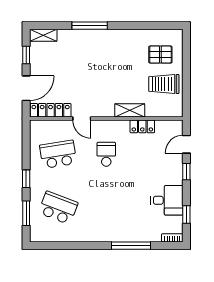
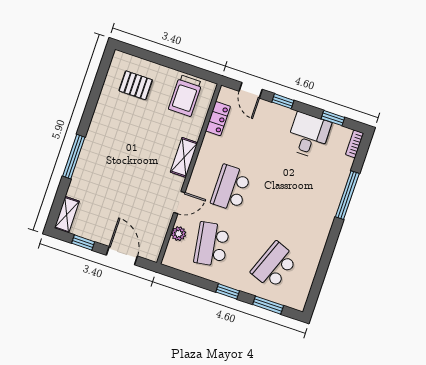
pallet: (160, 55) -> (136, 85), turned 90
trolley: (164, 84) -> (185, 96), moved
locker: (51, 110) -> (157, 236), removed
shelving: (130, 110) -> (184, 157), moved
plant: (58, 126) -> (179, 234), added
locker: (142, 126) -> (218, 119), moved
school desk: (106, 154) -> (231, 188), width x1.85

